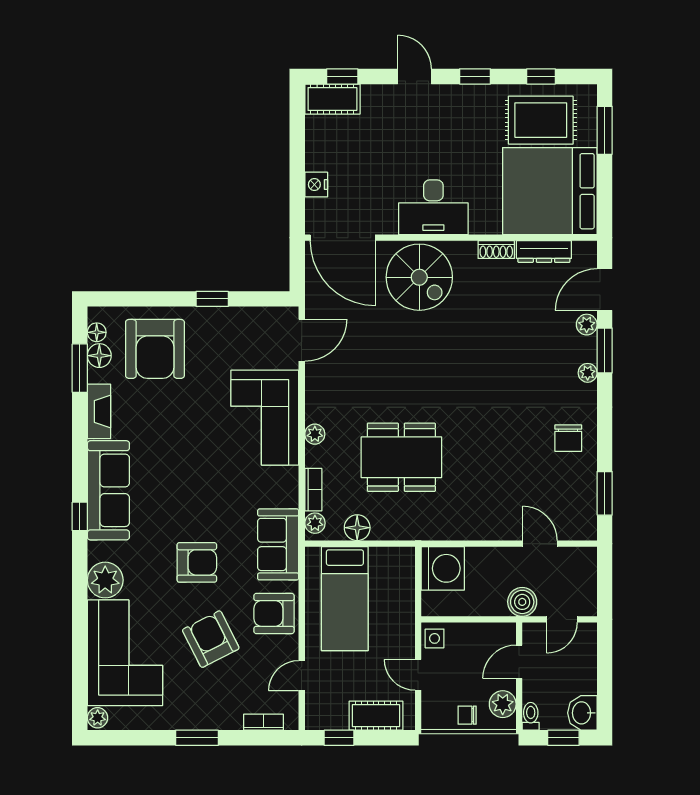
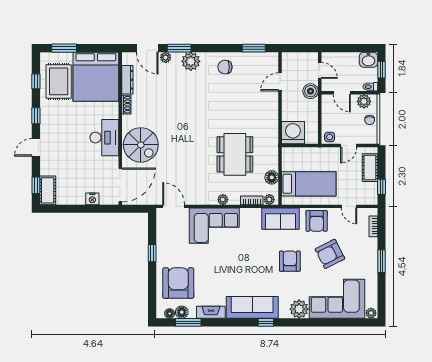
spiral stairs: (419, 277) -> (141, 145), turned 90
armchair: (155, 349) -> (178, 283), turned -90
plant: (588, 373) -> (191, 61), width x1.88, depth x1.88
chair: (568, 438) -> (225, 67), turned 180

